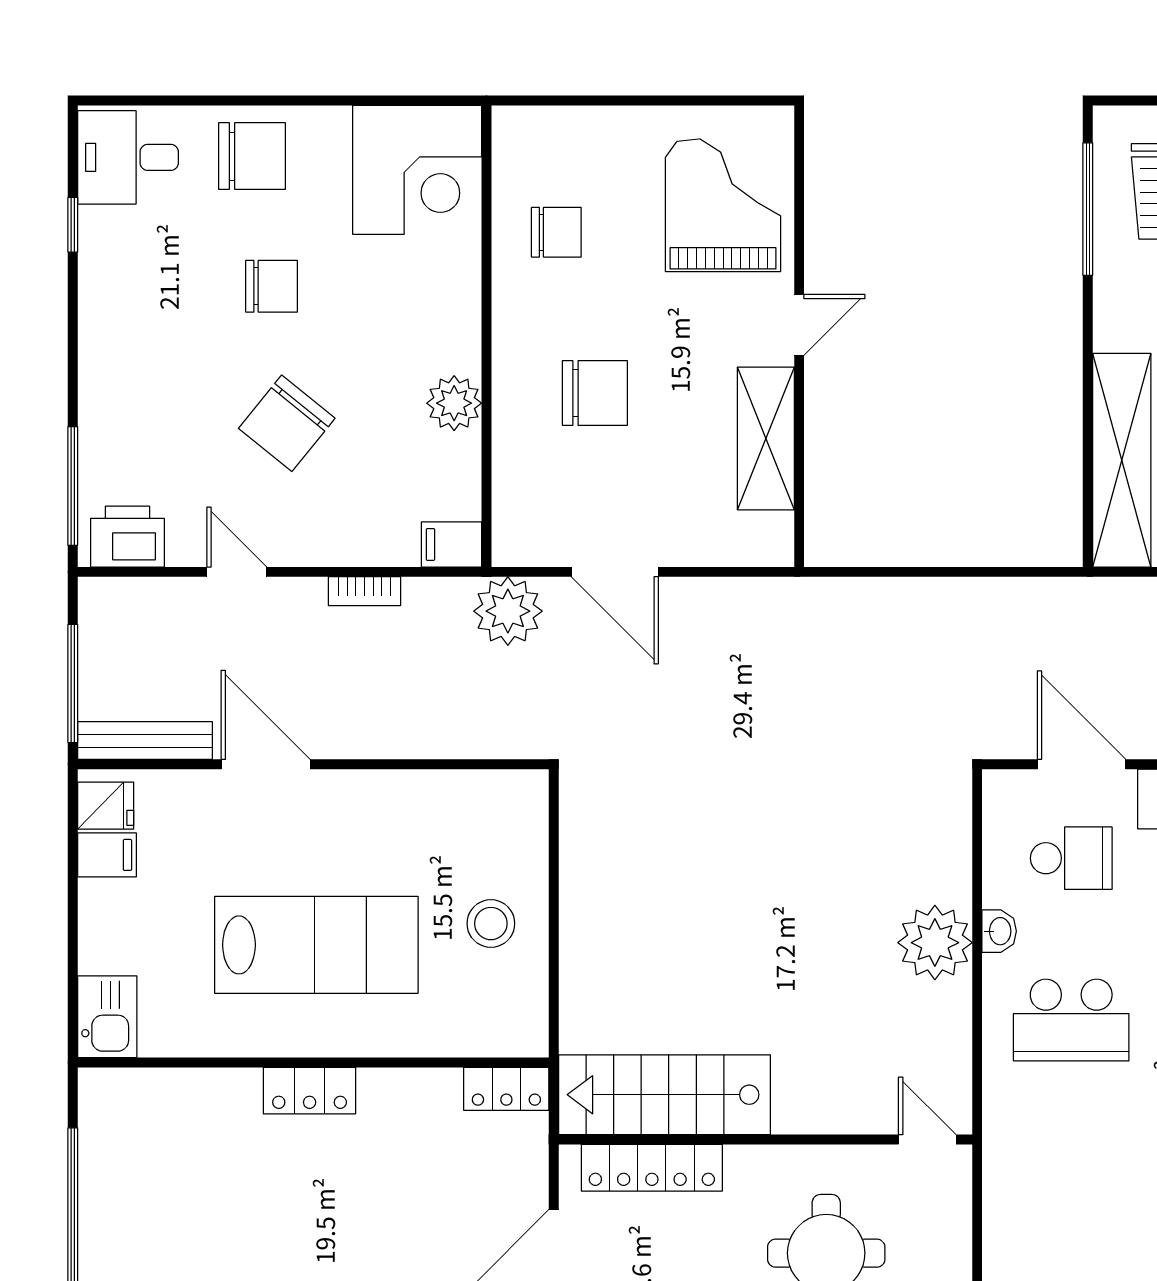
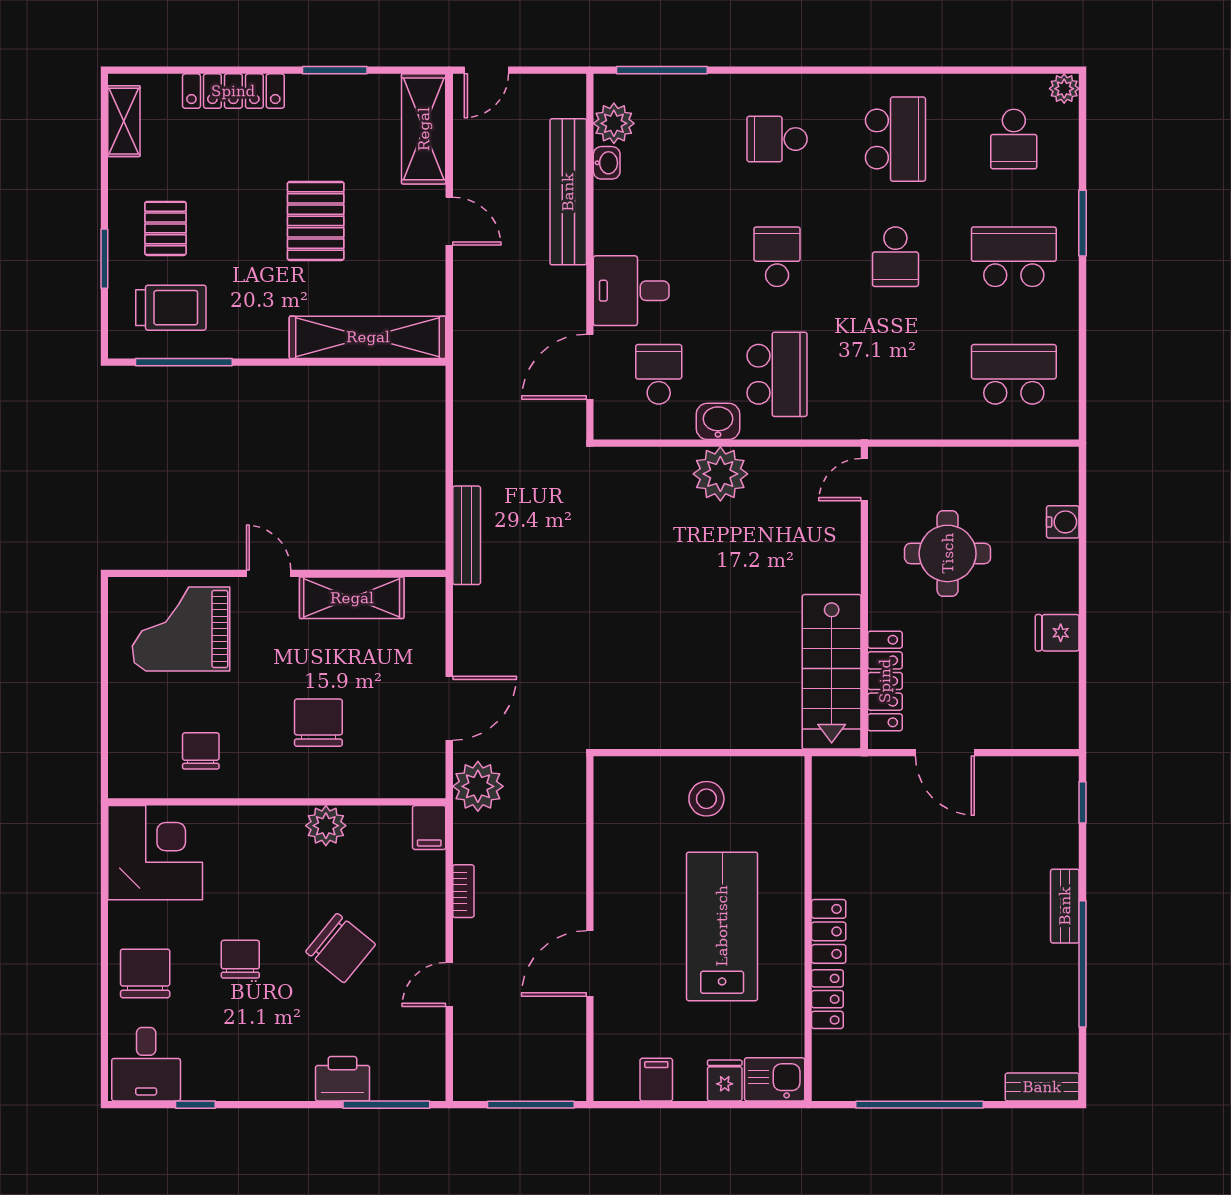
printer: (127, 537) -> (343, 1079), moved, turned 90
bench: (145, 741) -> (467, 535), moved
fridge: (106, 806) -> (725, 1081), moved
washbasin: (999, 931) -> (718, 421), width x1.38, depth x1.45
locker: (506, 1089) -> (827, 999), moved

